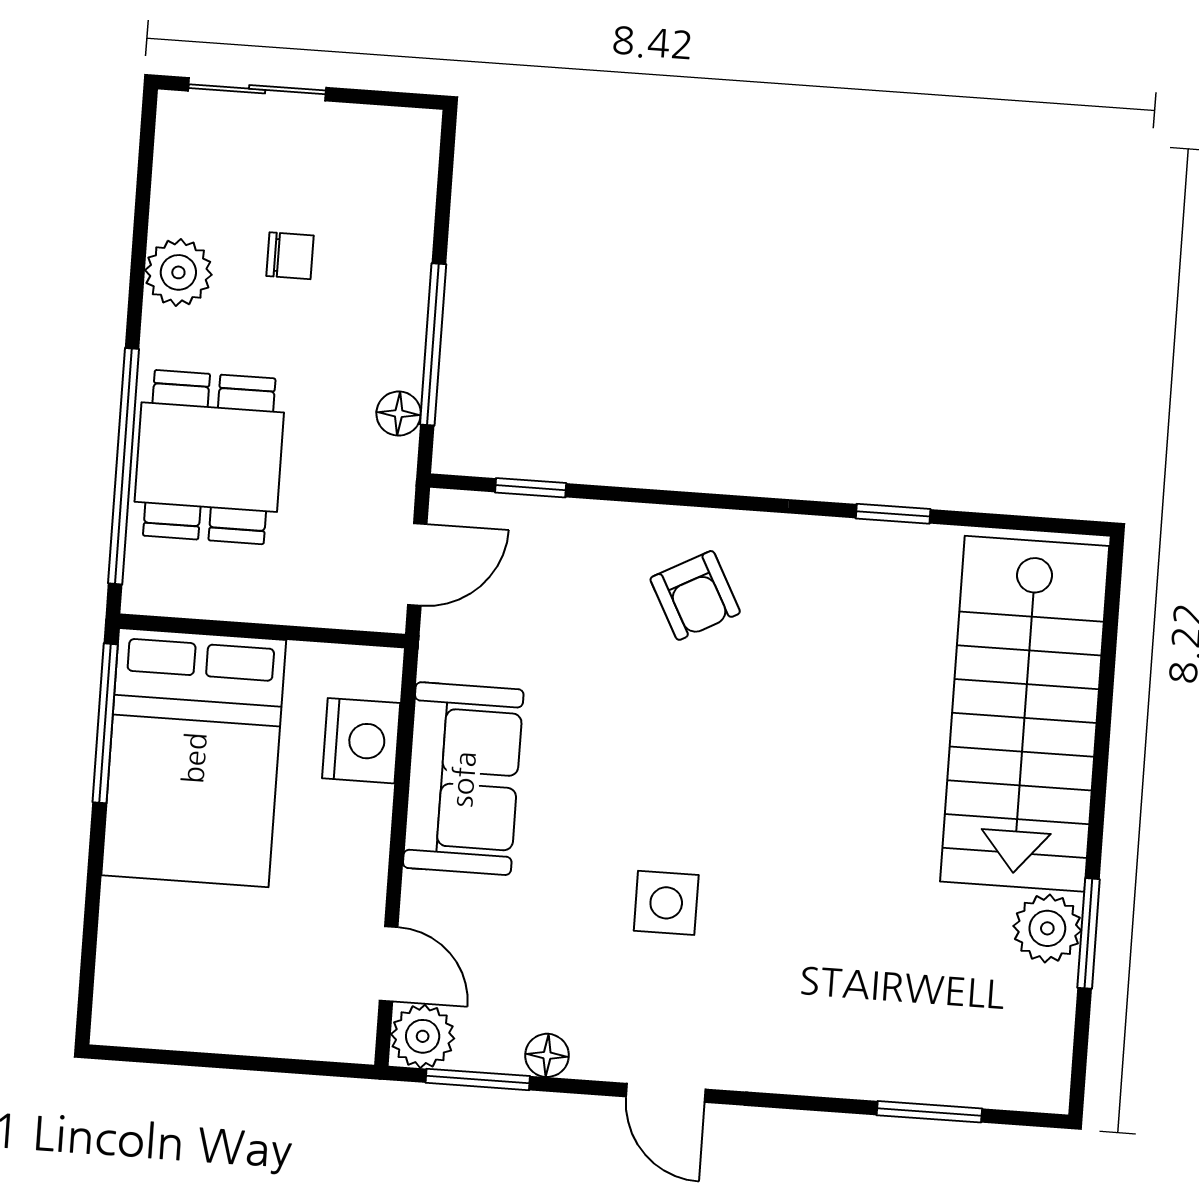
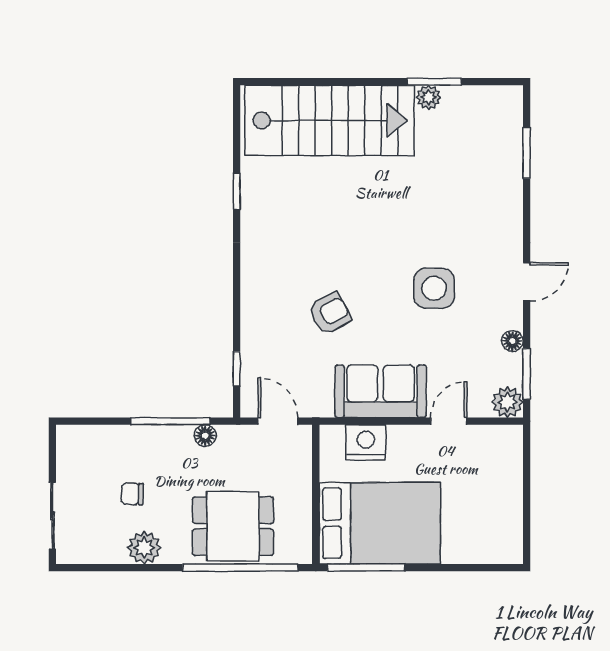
chair: (290, 256) -> (132, 494), turned -88
armchair: (695, 595) -> (330, 313), moved
side table: (666, 903) -> (434, 288), width x1.37, depth x1.37
plant: (1047, 928) -> (429, 97), width x0.73, depth x0.73
door: (389, 964) -> (449, 421), moved

